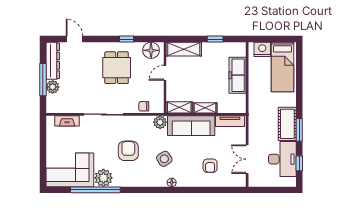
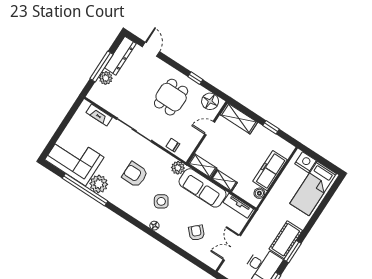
boiler: (241, 100) -> (259, 193), added
armchair: (128, 151) -> (135, 175), turned -90
armchair: (210, 166) -> (196, 233), turned 136

